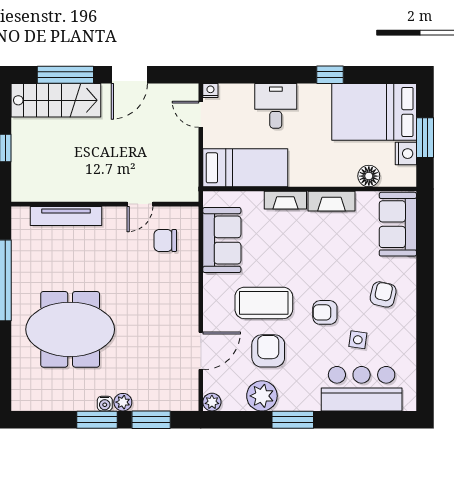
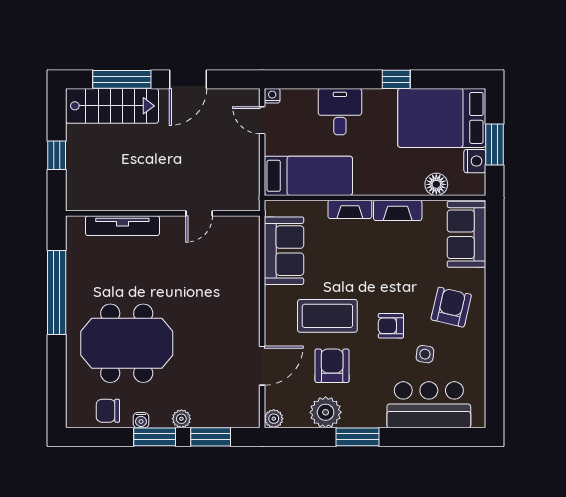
chair: (165, 241) -> (108, 411), moved
armchair: (383, 294) -> (451, 307), width x1.38, depth x1.38
water cooler: (105, 404) -> (141, 420), moved

